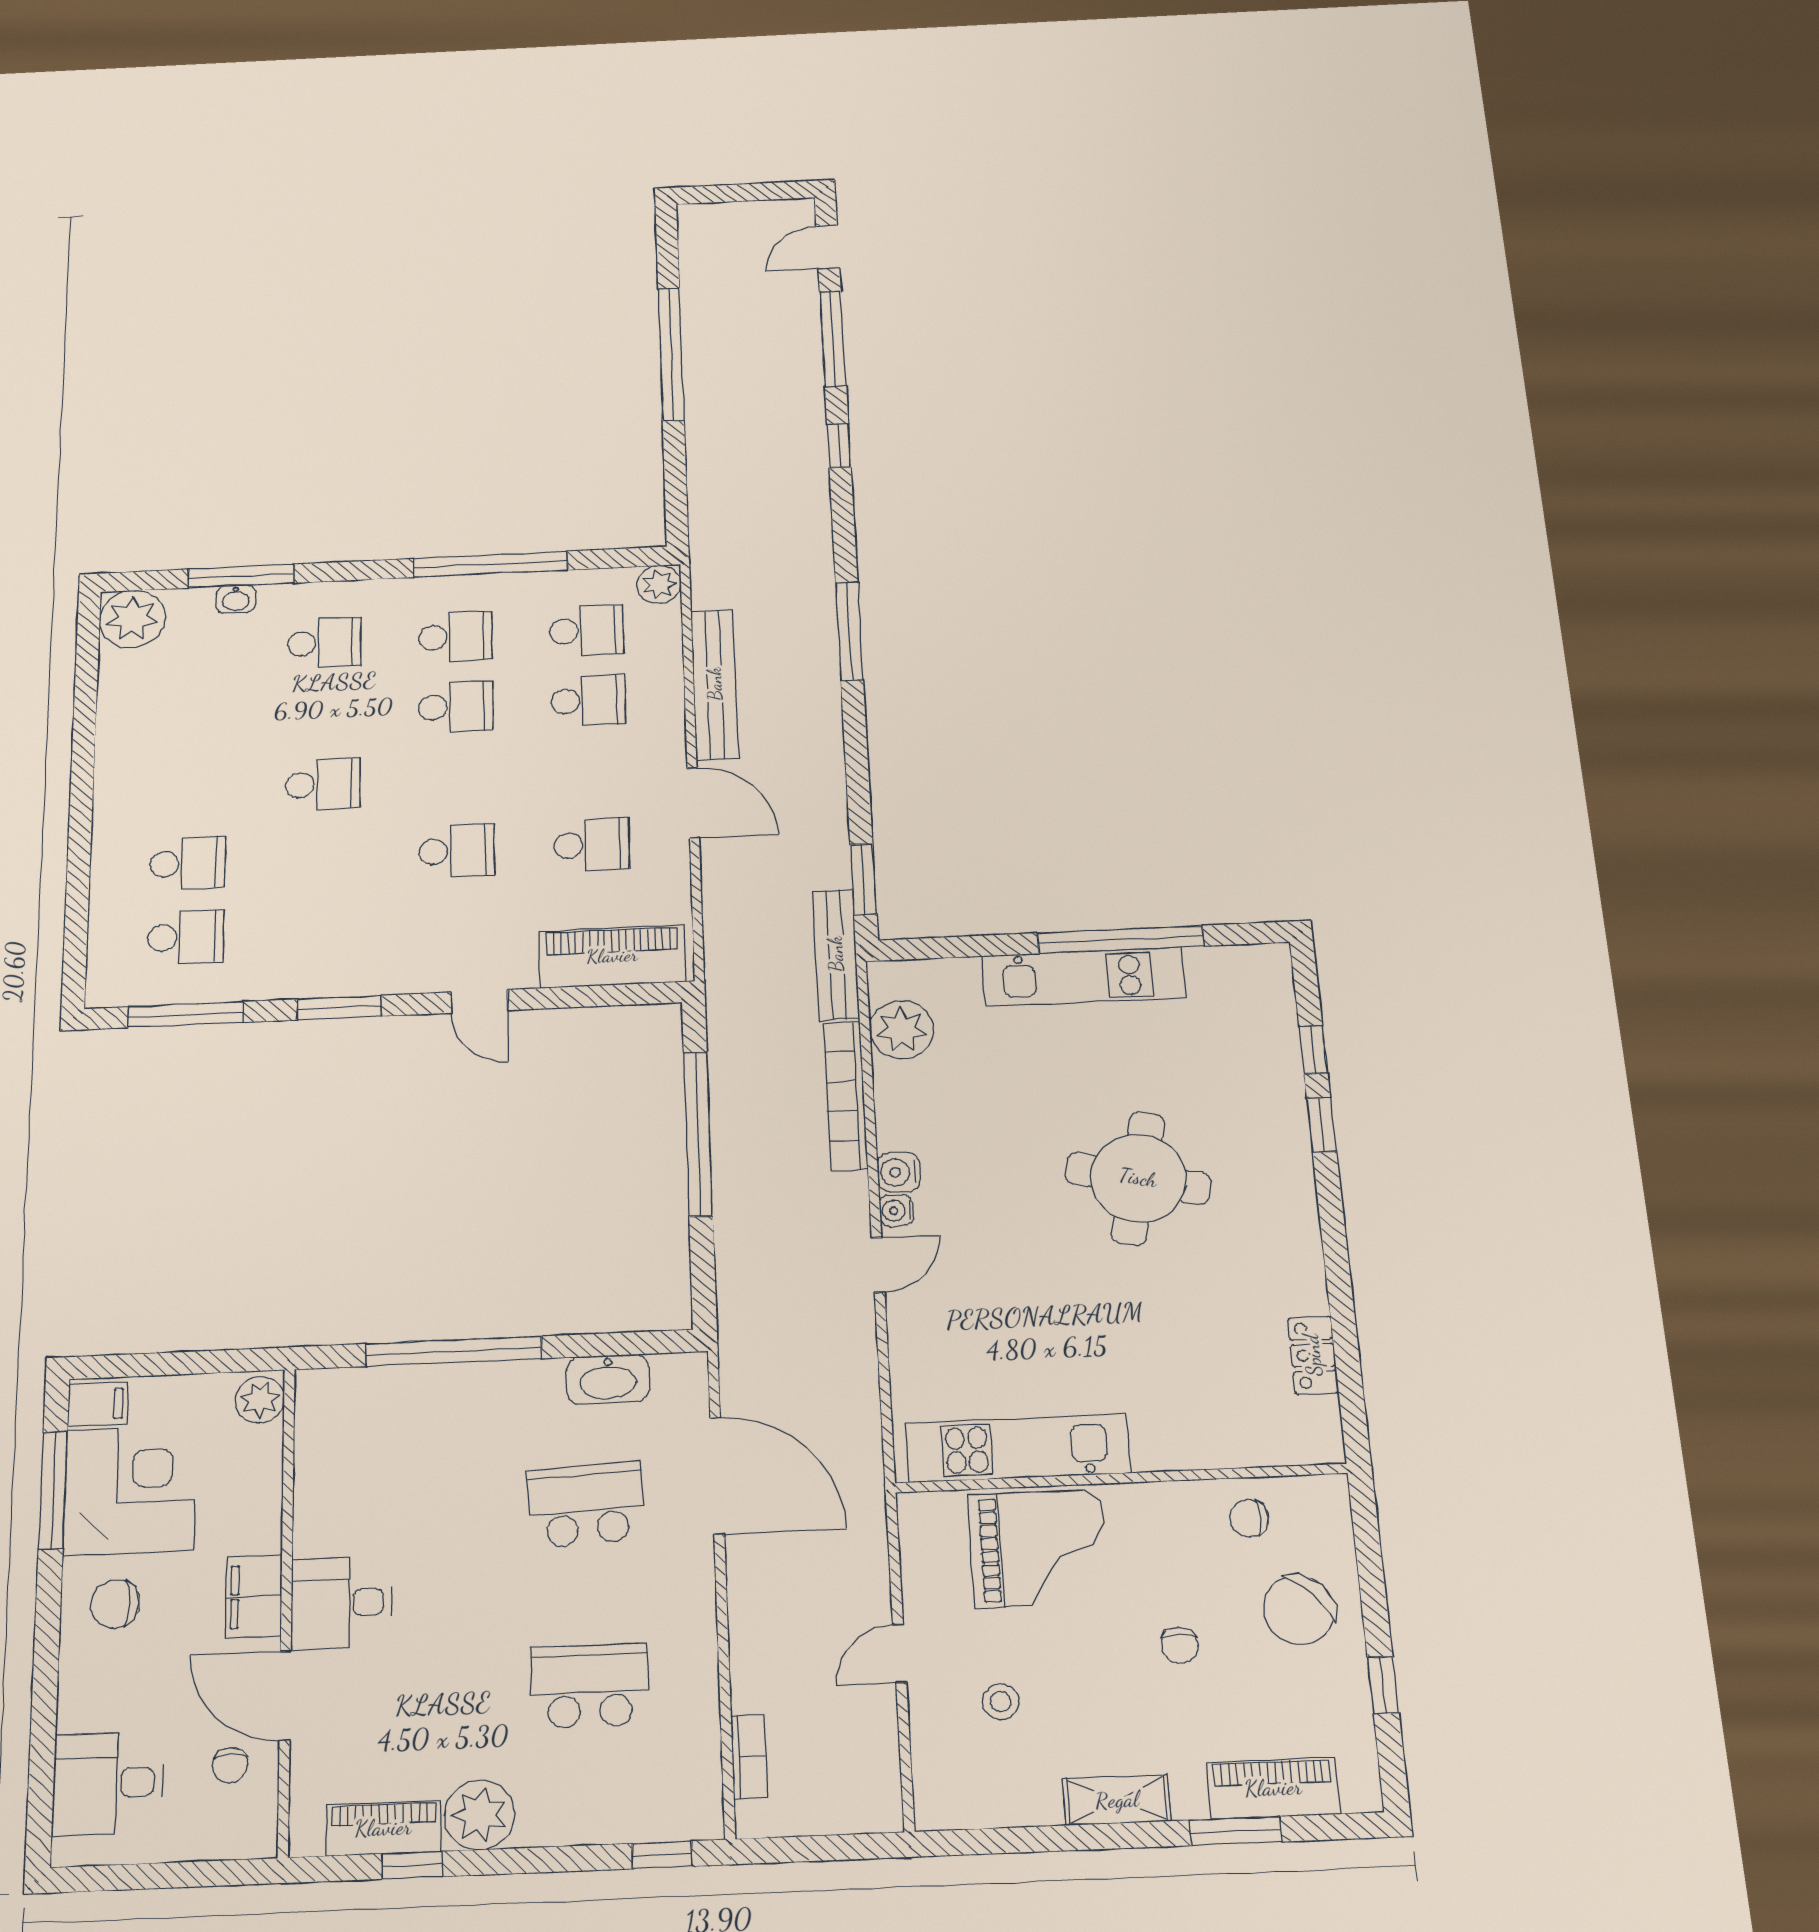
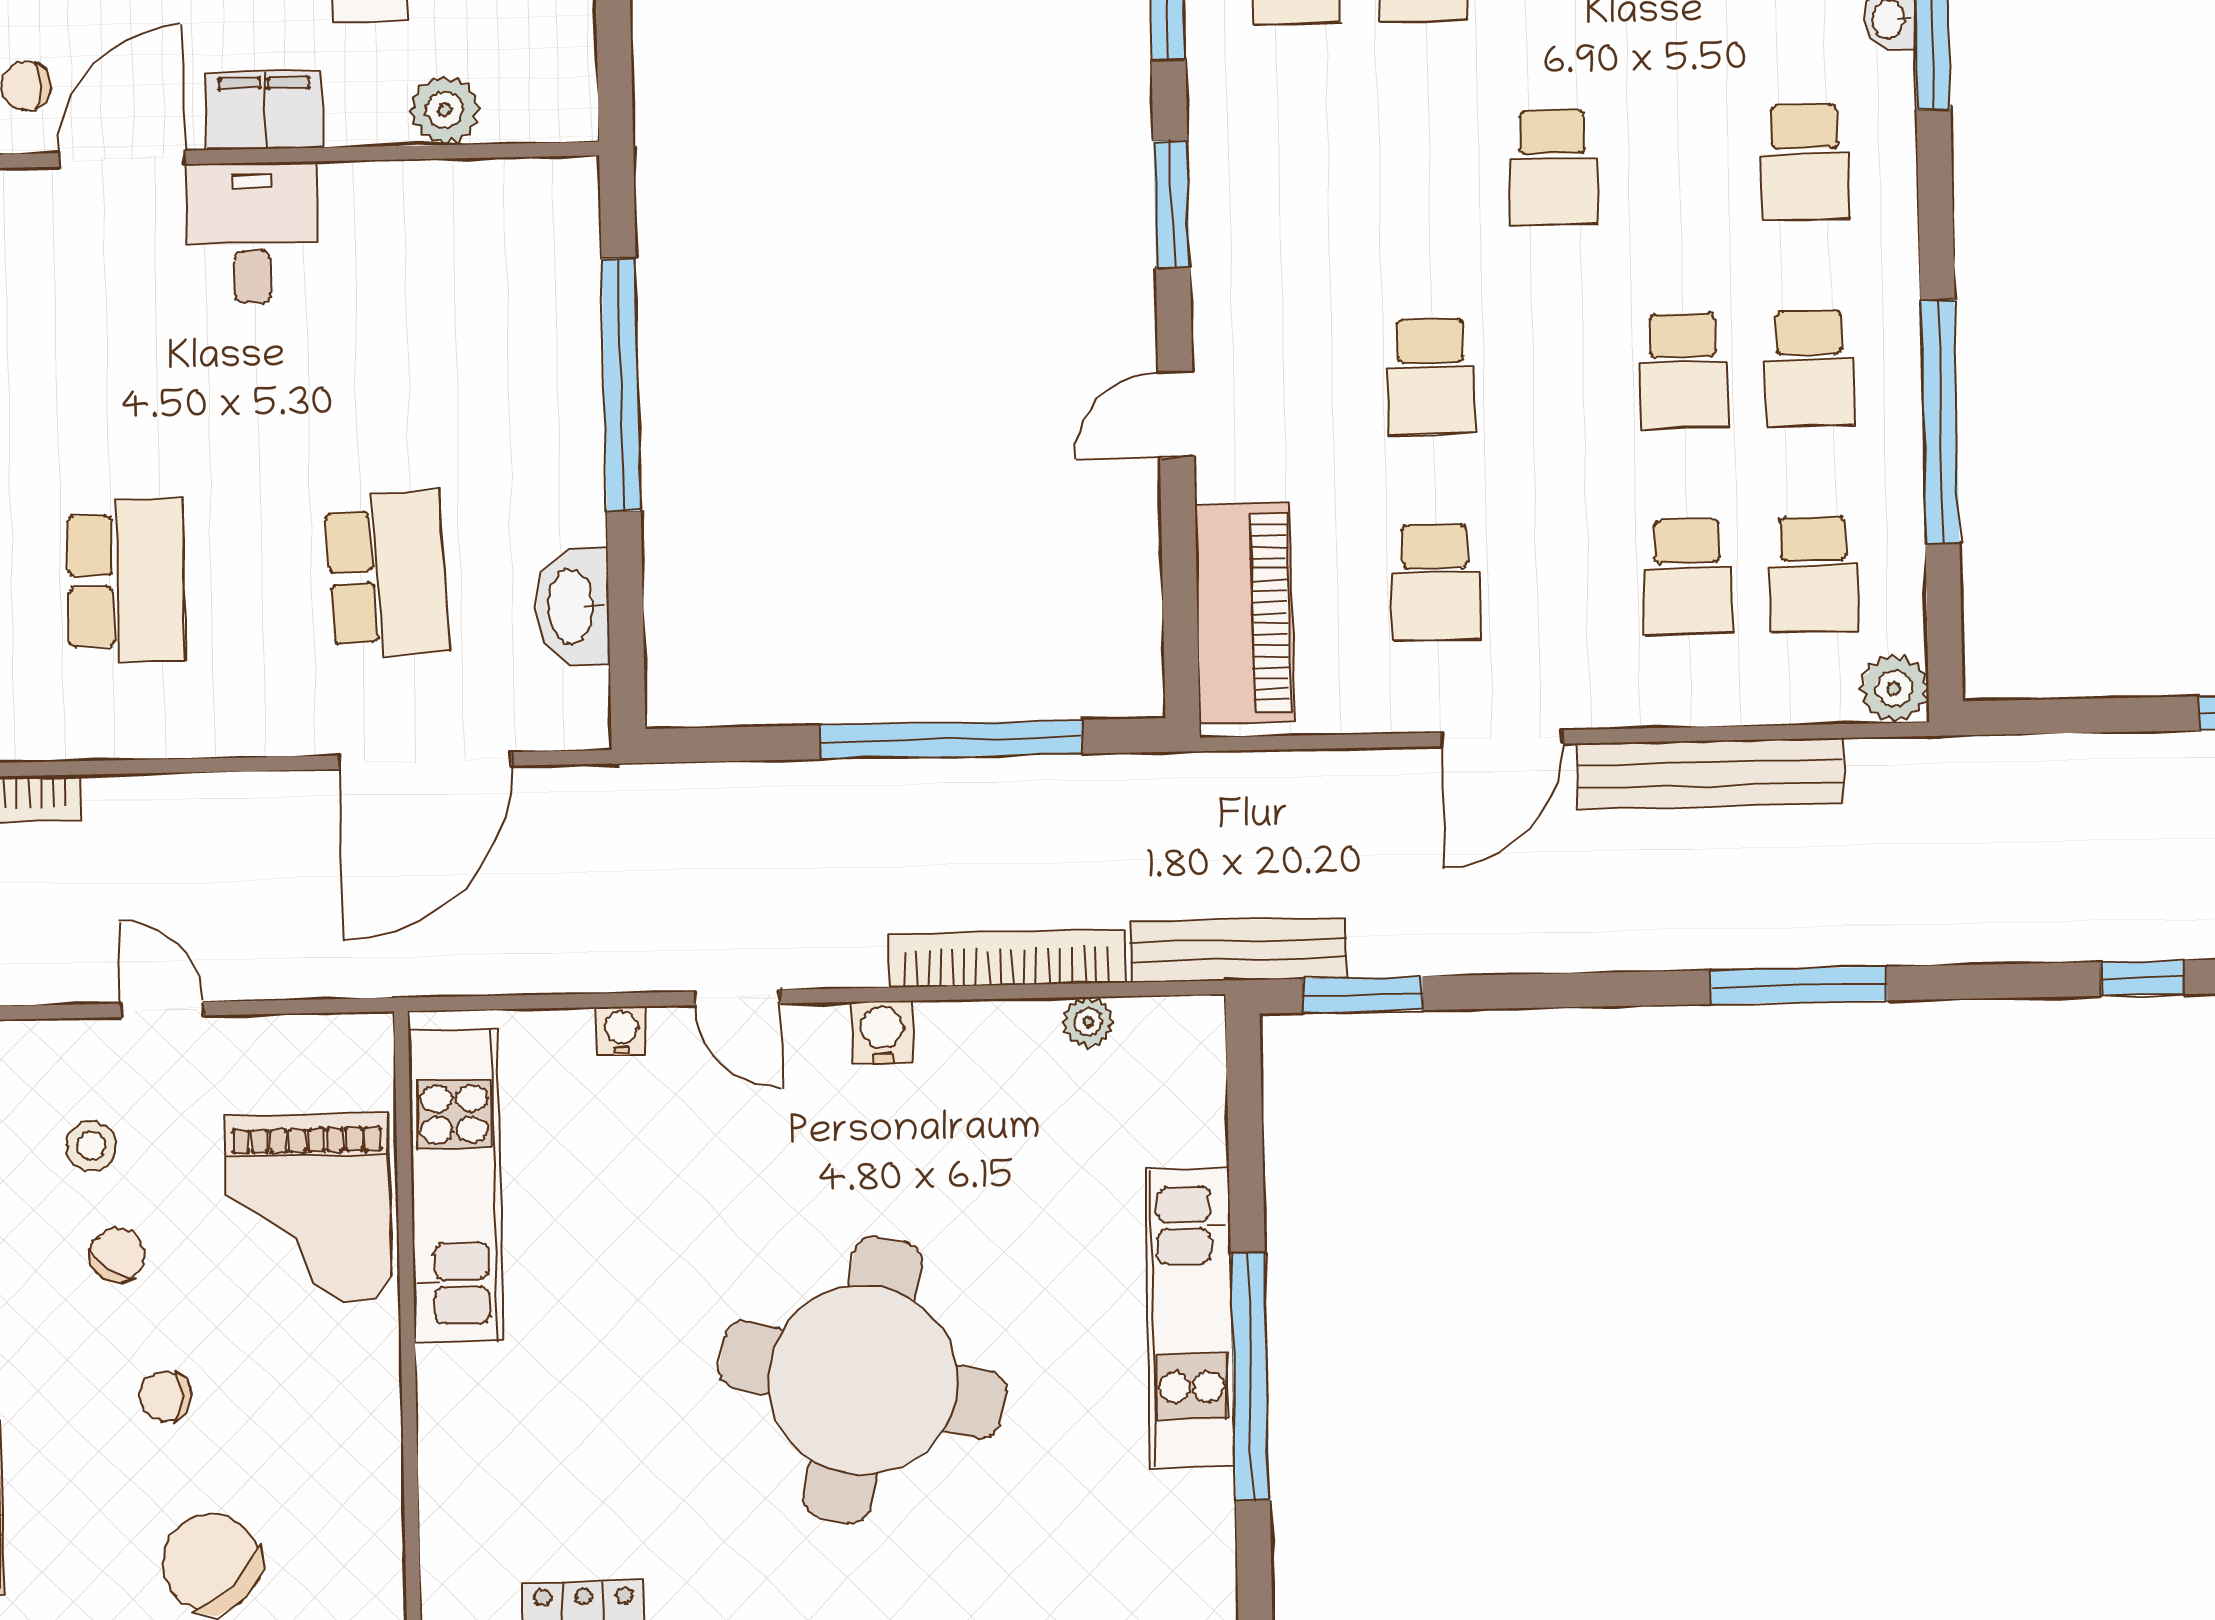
plant: (902, 1030) -> (1088, 1022), width x0.53, depth x0.53
round table: (1138, 1178) -> (863, 1380), width x1.36, depth x1.36
water cooler: (896, 1211) -> (621, 1031), moved
plant: (260, 1400) -> (445, 110), moved
chair: (1249, 1518) -> (118, 1255), moved, turned 32

